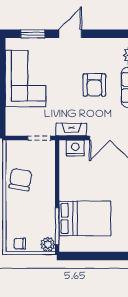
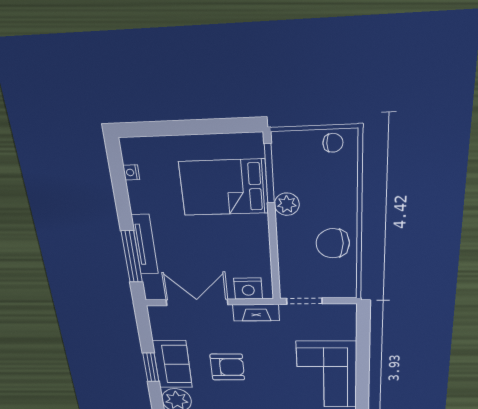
armchair: (94, 85) -> (227, 367), turned 90
chair: (21, 180) -> (333, 243), turned 80
plant: (48, 244) -> (287, 204), moved

